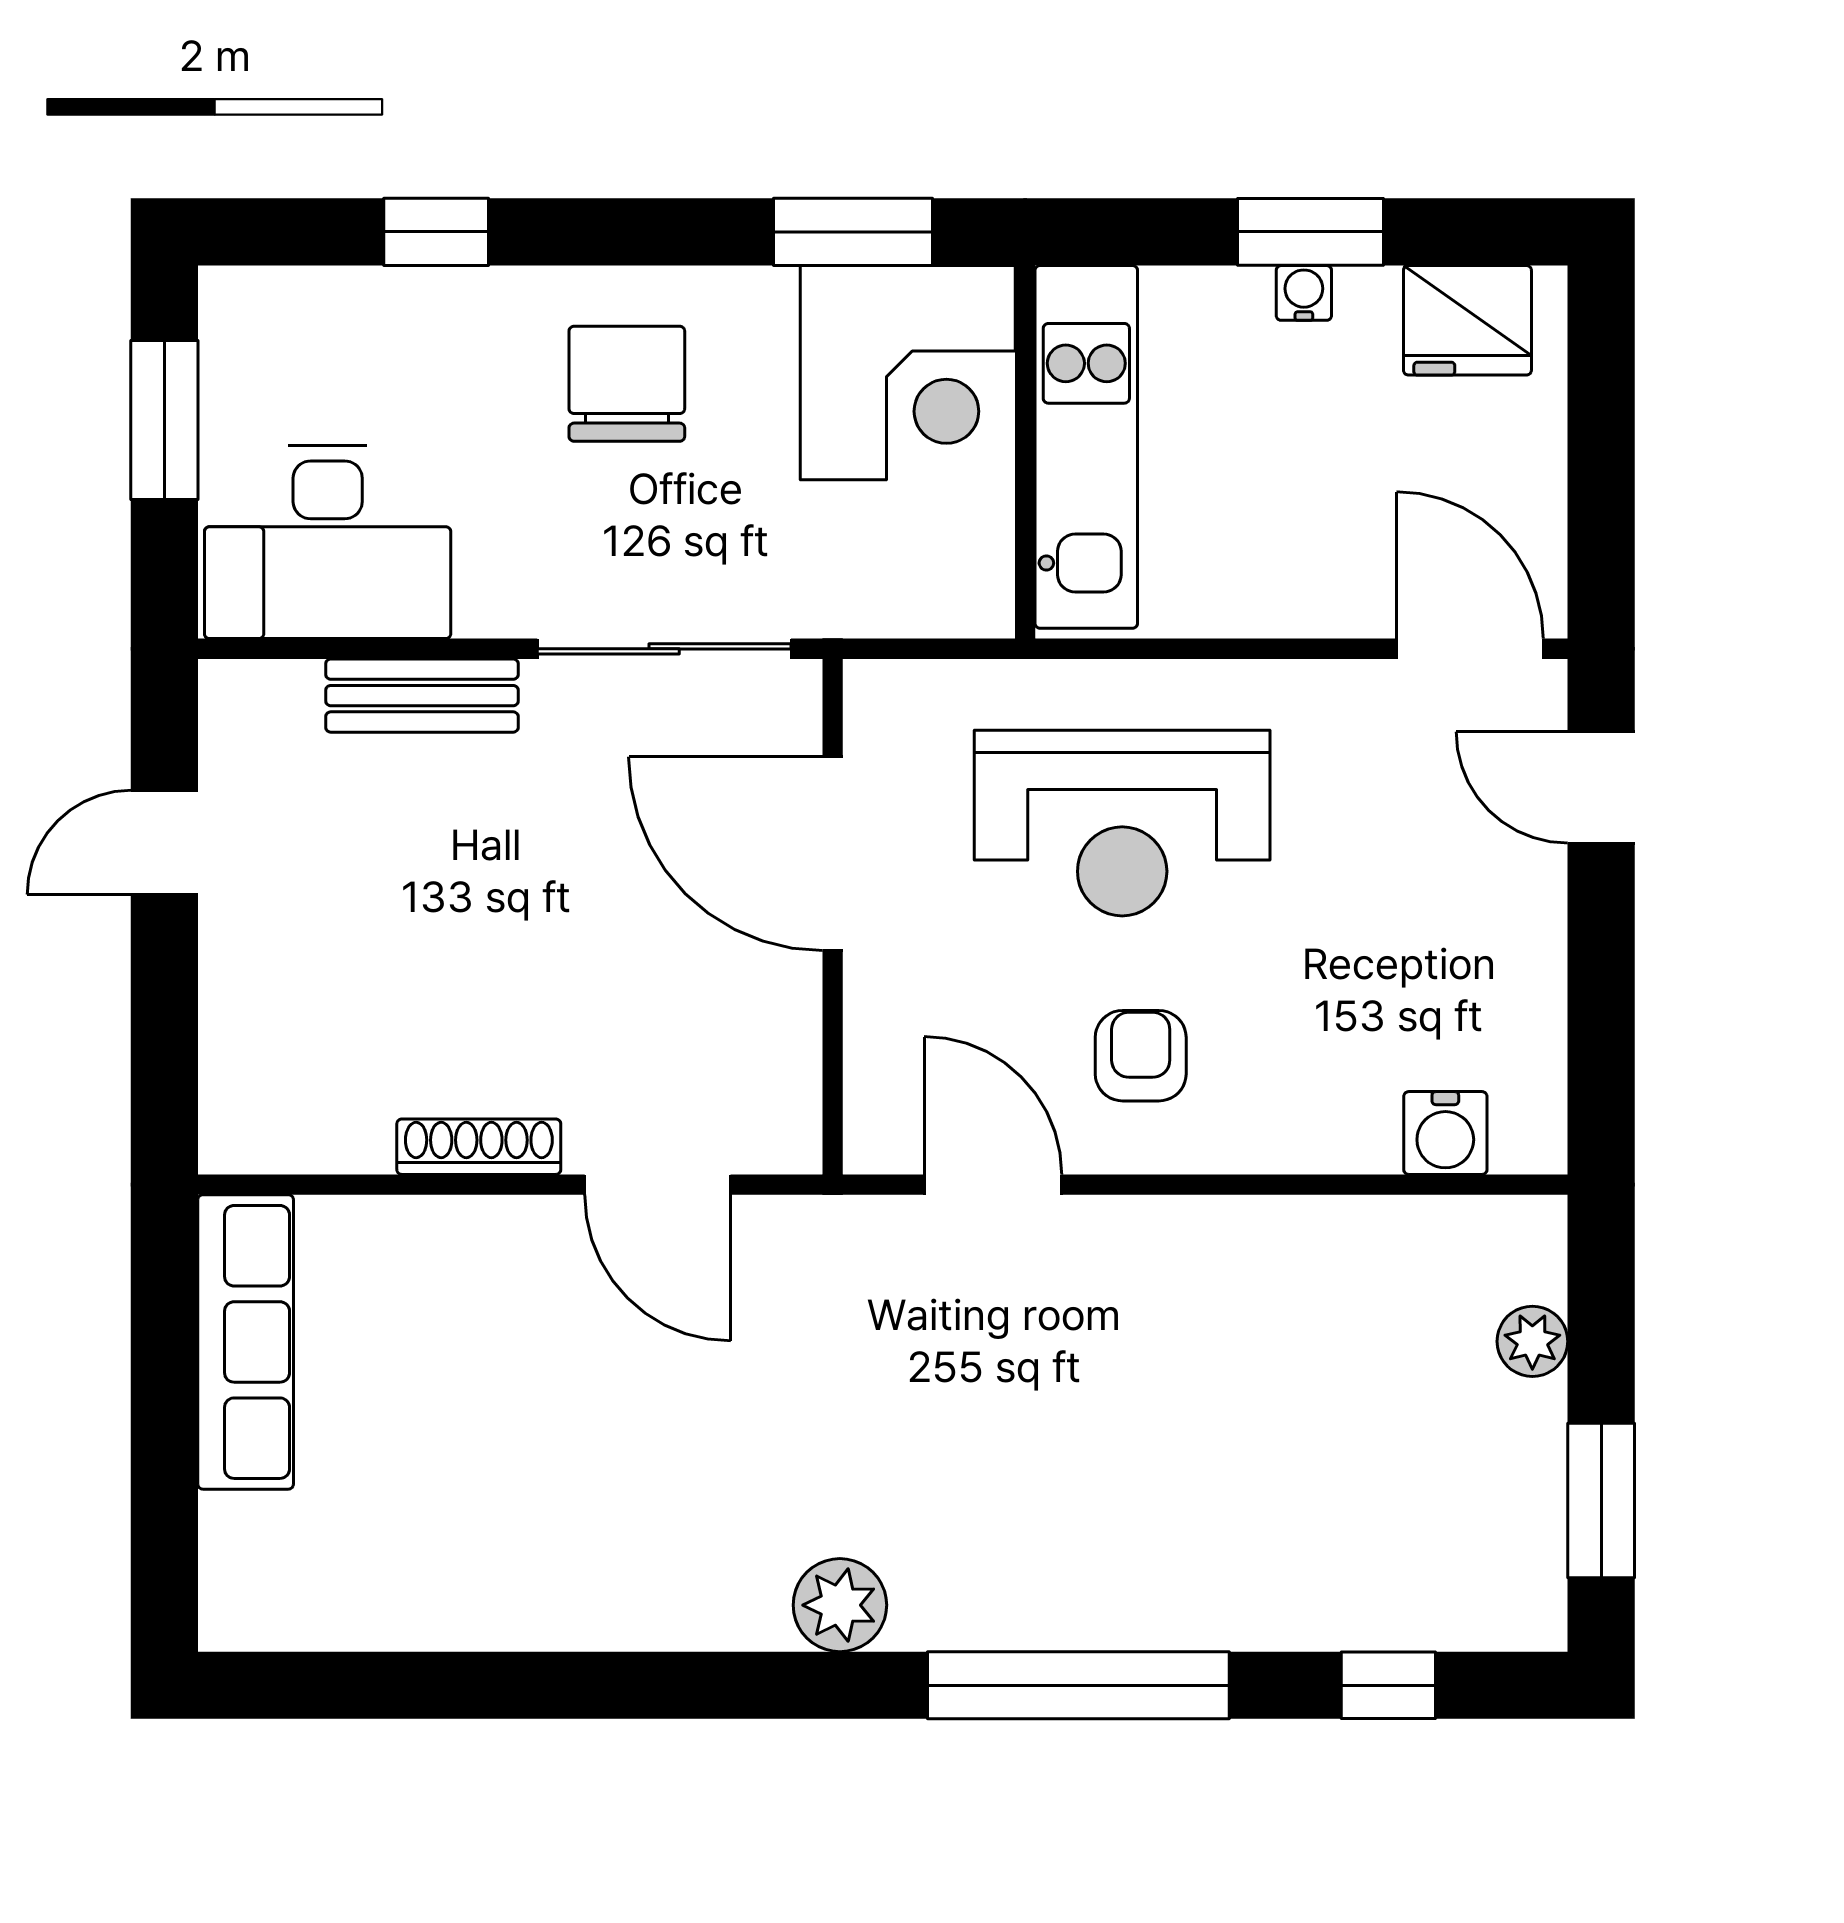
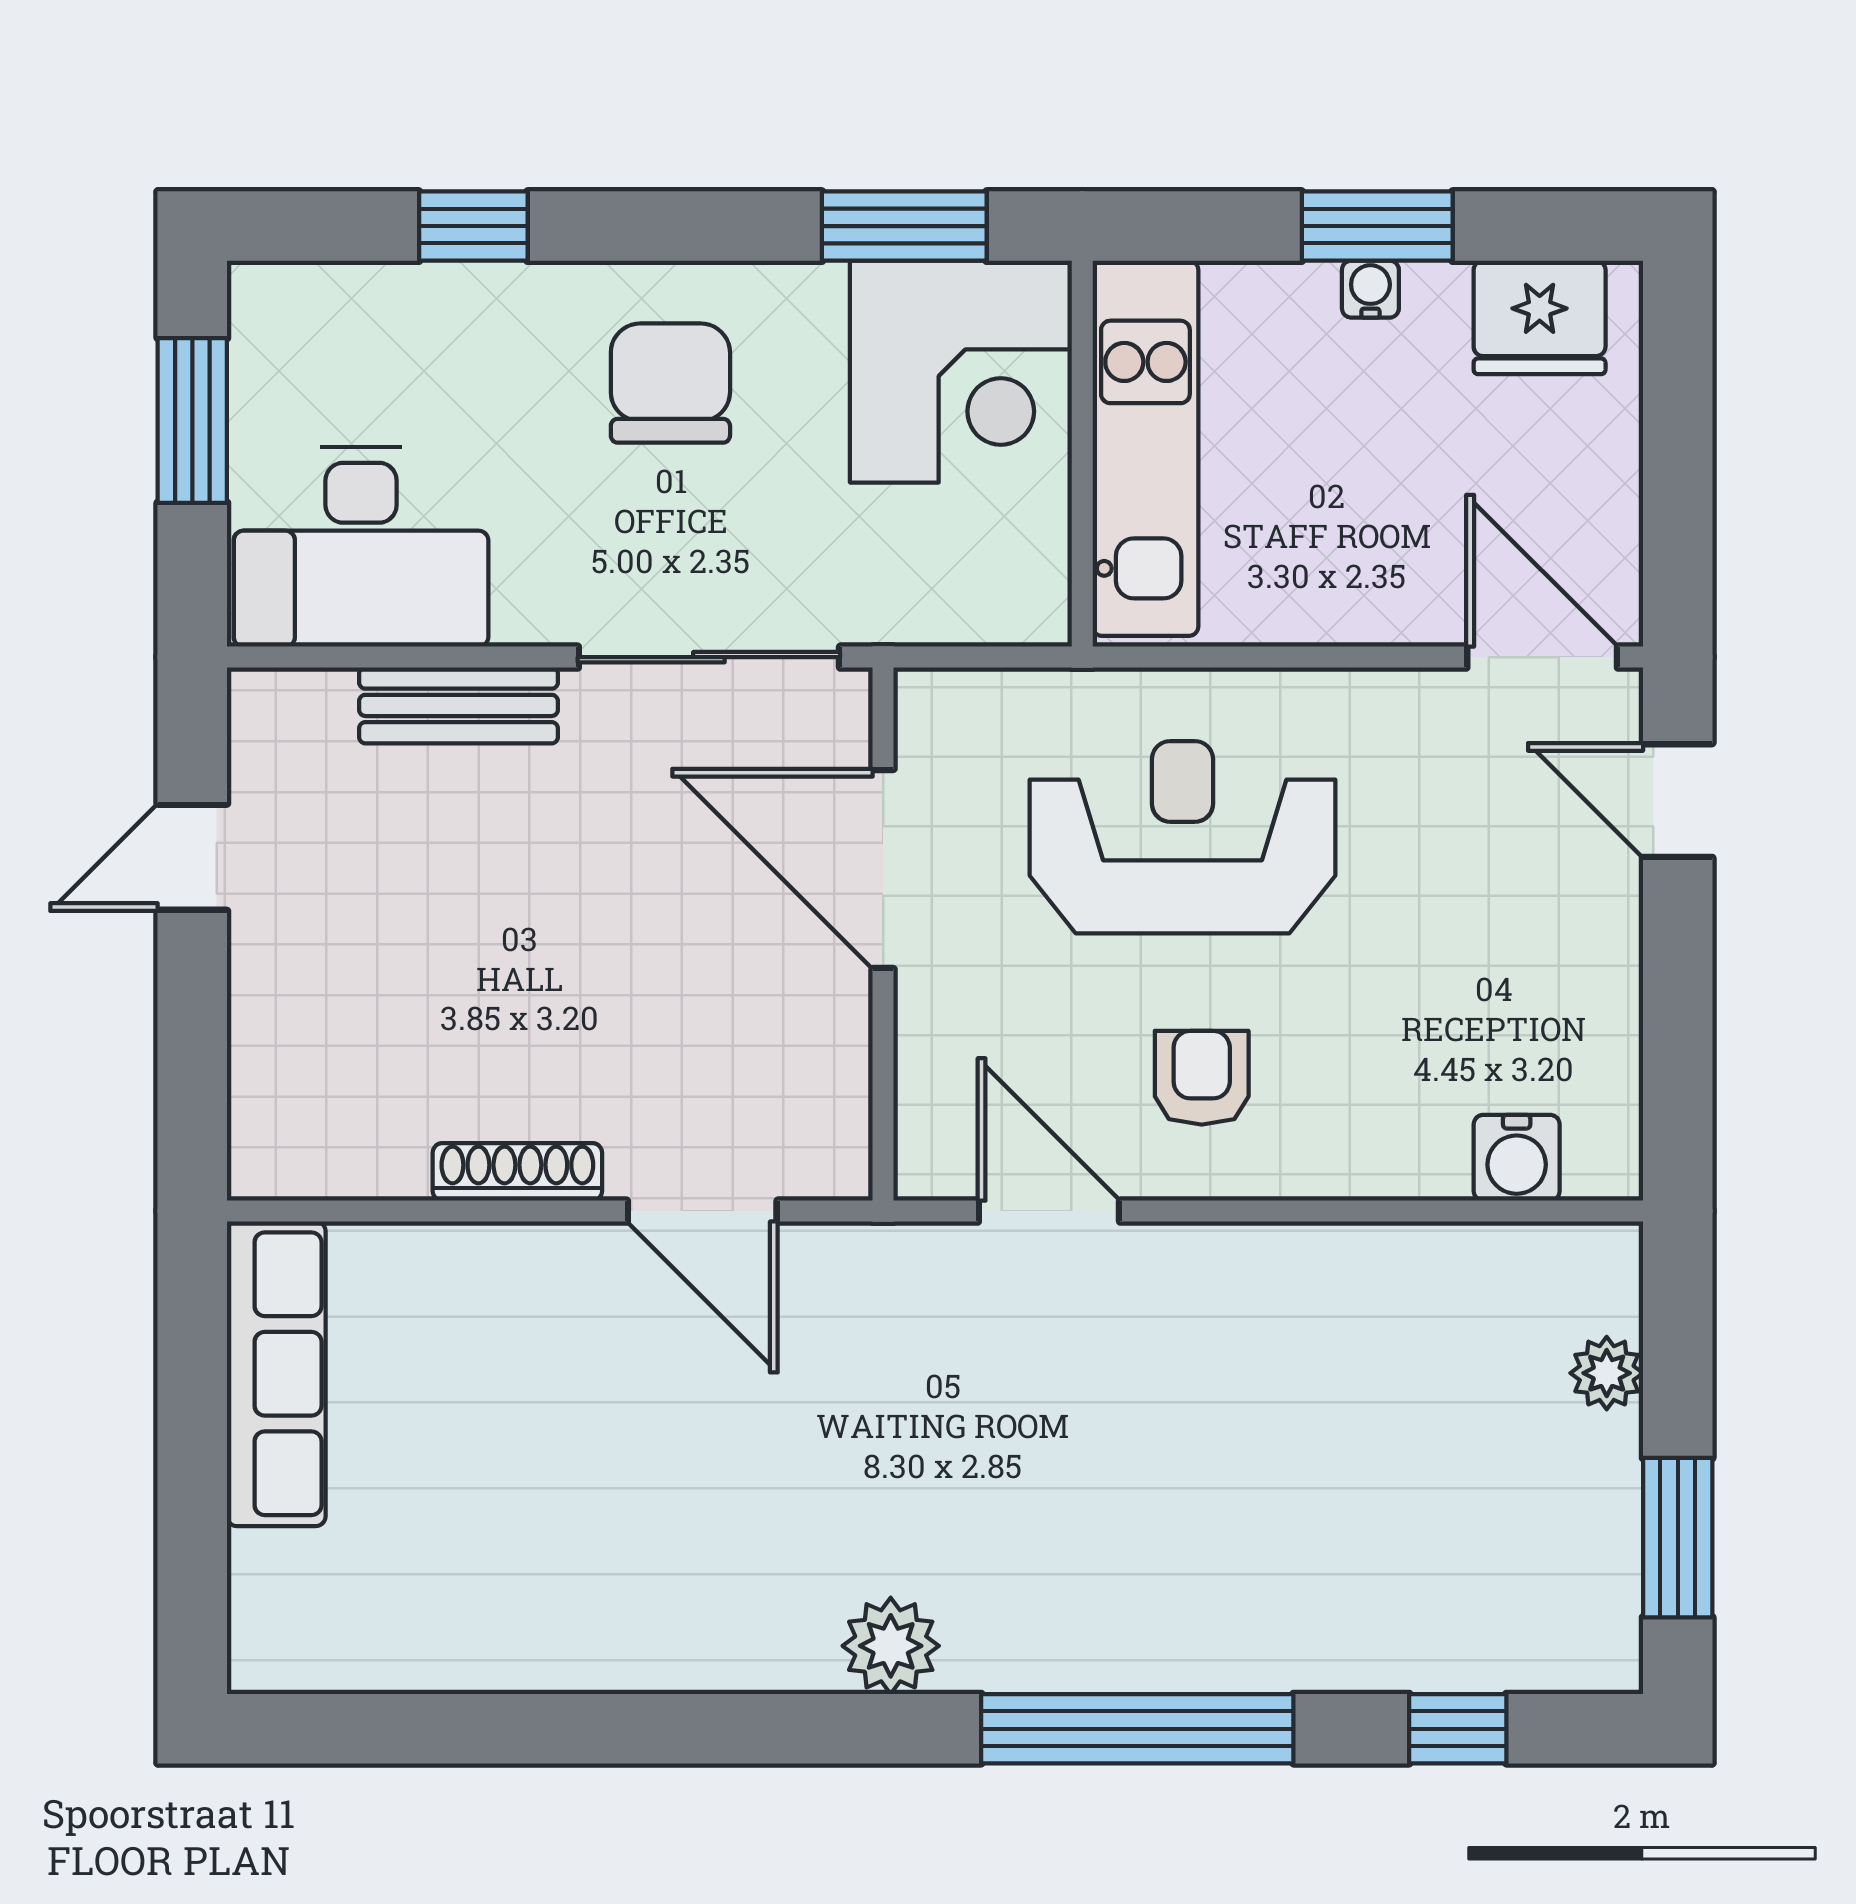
reception desk: (1122, 823) -> (1182, 837), turned 180

